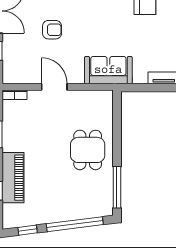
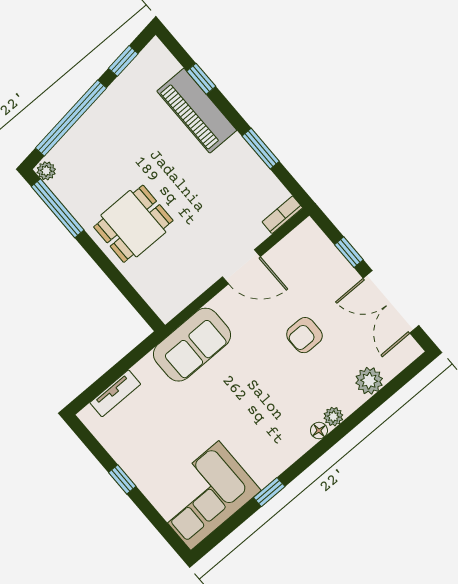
dining table: (88, 150) -> (133, 224), turned 90
plant: (107, 209) -> (46, 171), added

